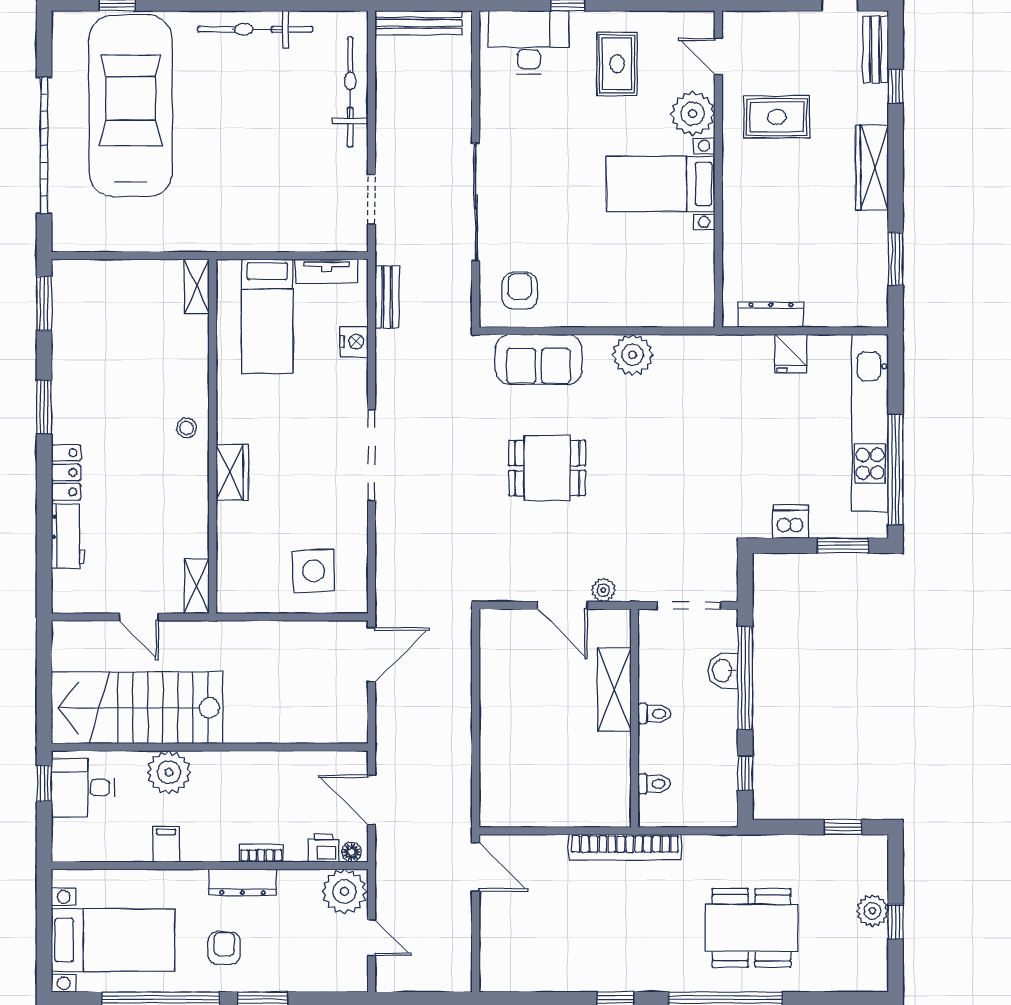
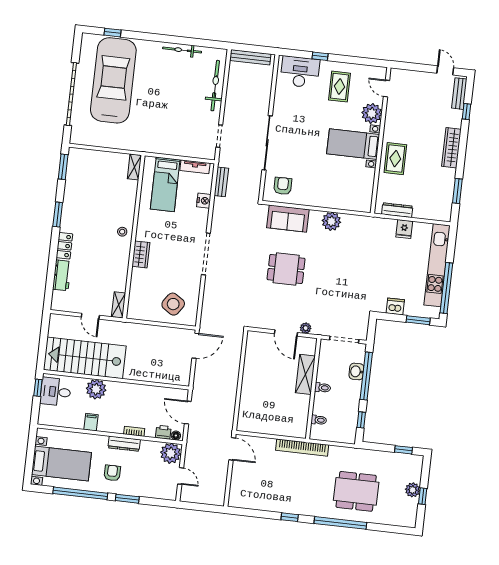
bicycle: (255, 29) -> (182, 50), width x0.73, depth x0.71
rug: (777, 117) -> (395, 159), moved, turned 90
side table: (314, 571) -> (173, 304), turned 37

